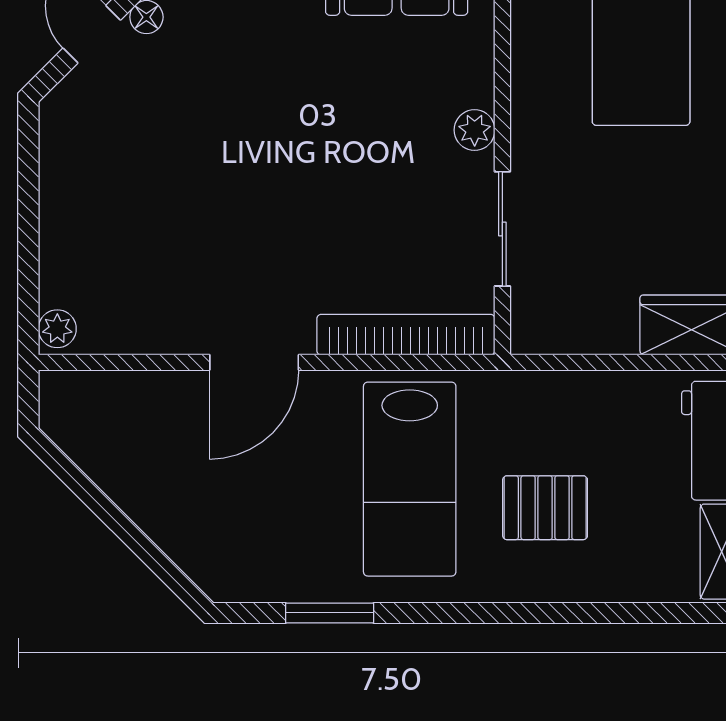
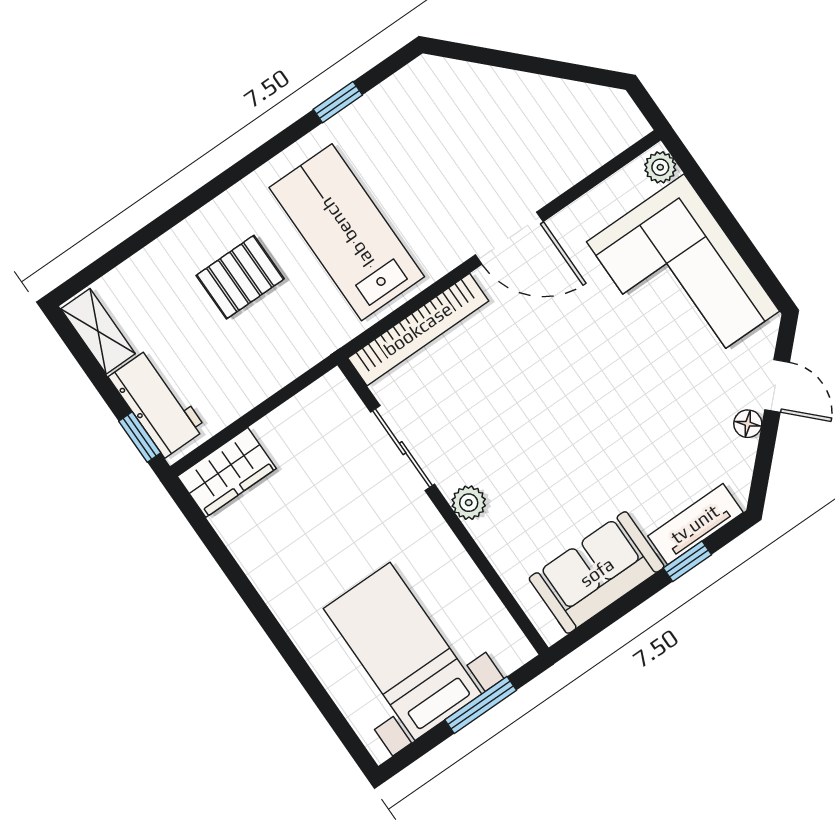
corner sofa: (110, 206) -> (683, 276), added
door: (254, 362) -> (509, 238), swing flipped
window: (330, 613) -> (338, 102), width x0.67

